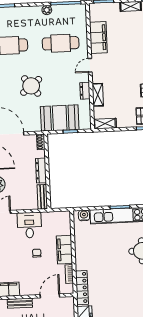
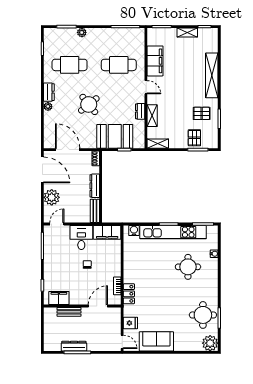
plant: (47, 10) -> (82, 32), moved
door: (90, 65) -> (146, 87), swing flipped
filing cabinet: (64, 250) -> (107, 232), moved, turned -90
locker: (82, 288) -> (129, 294), width x0.66

